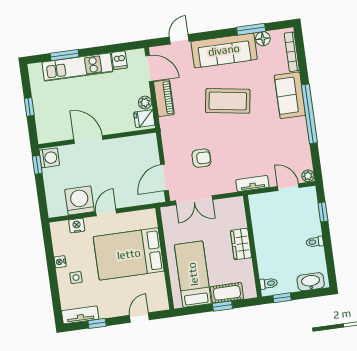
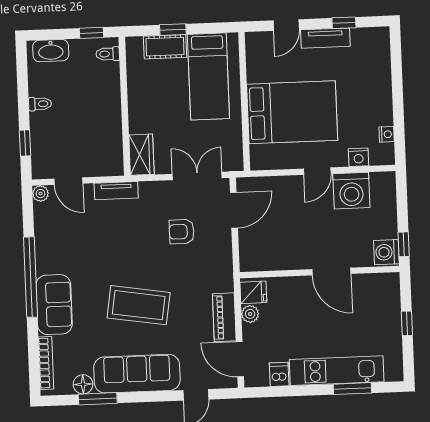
wardrobe: (241, 244) -> (141, 155), moved
nightstand: (60, 262) -> (387, 134), moved
side table: (76, 278) -> (366, 87), removed
tv unit: (80, 315) -> (325, 38), moved

